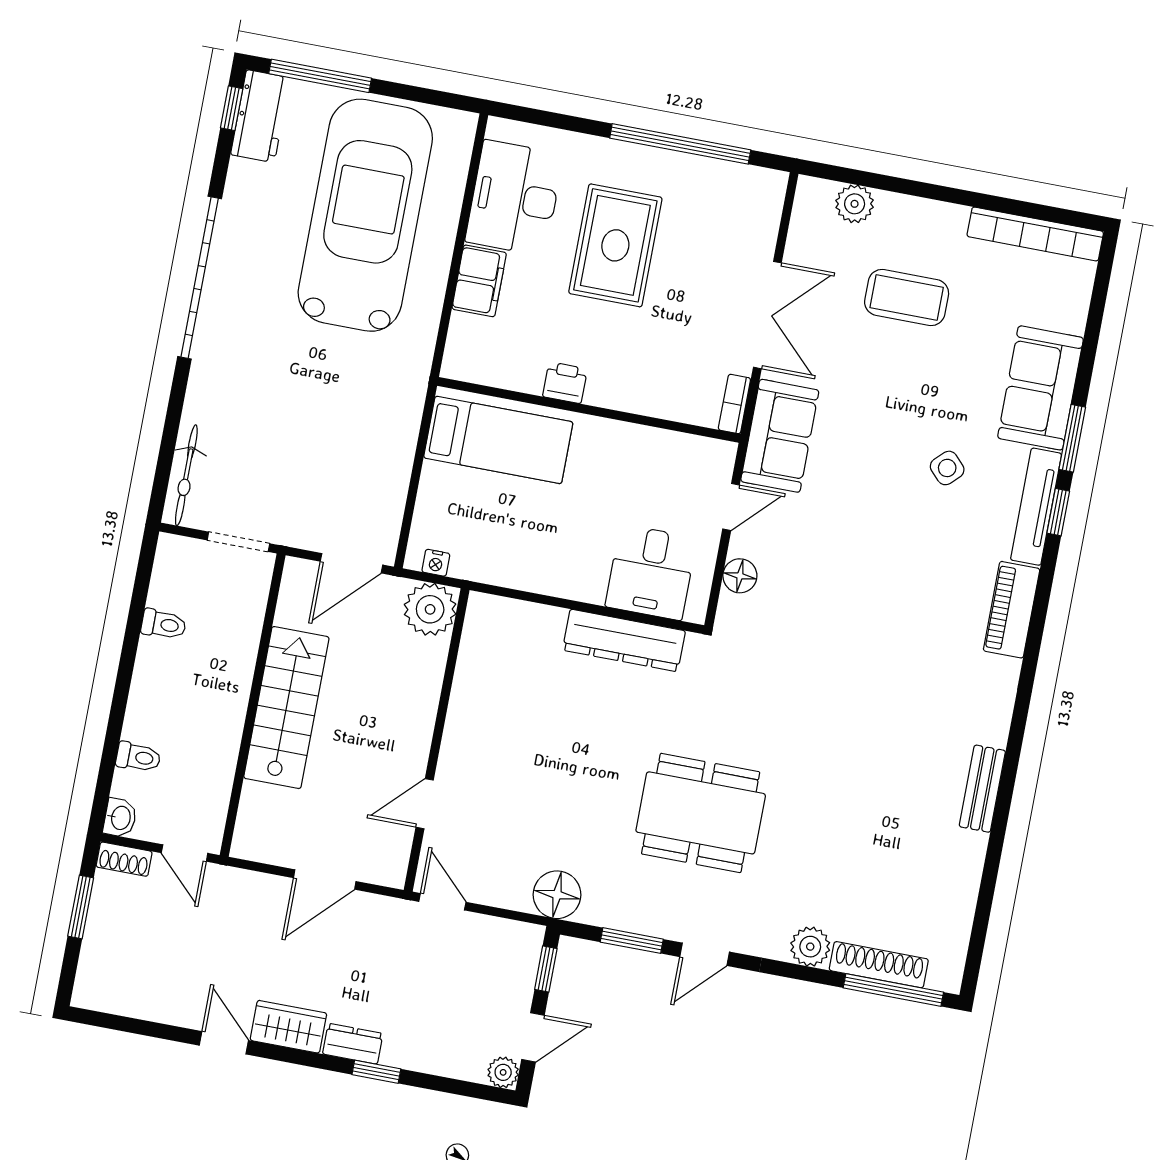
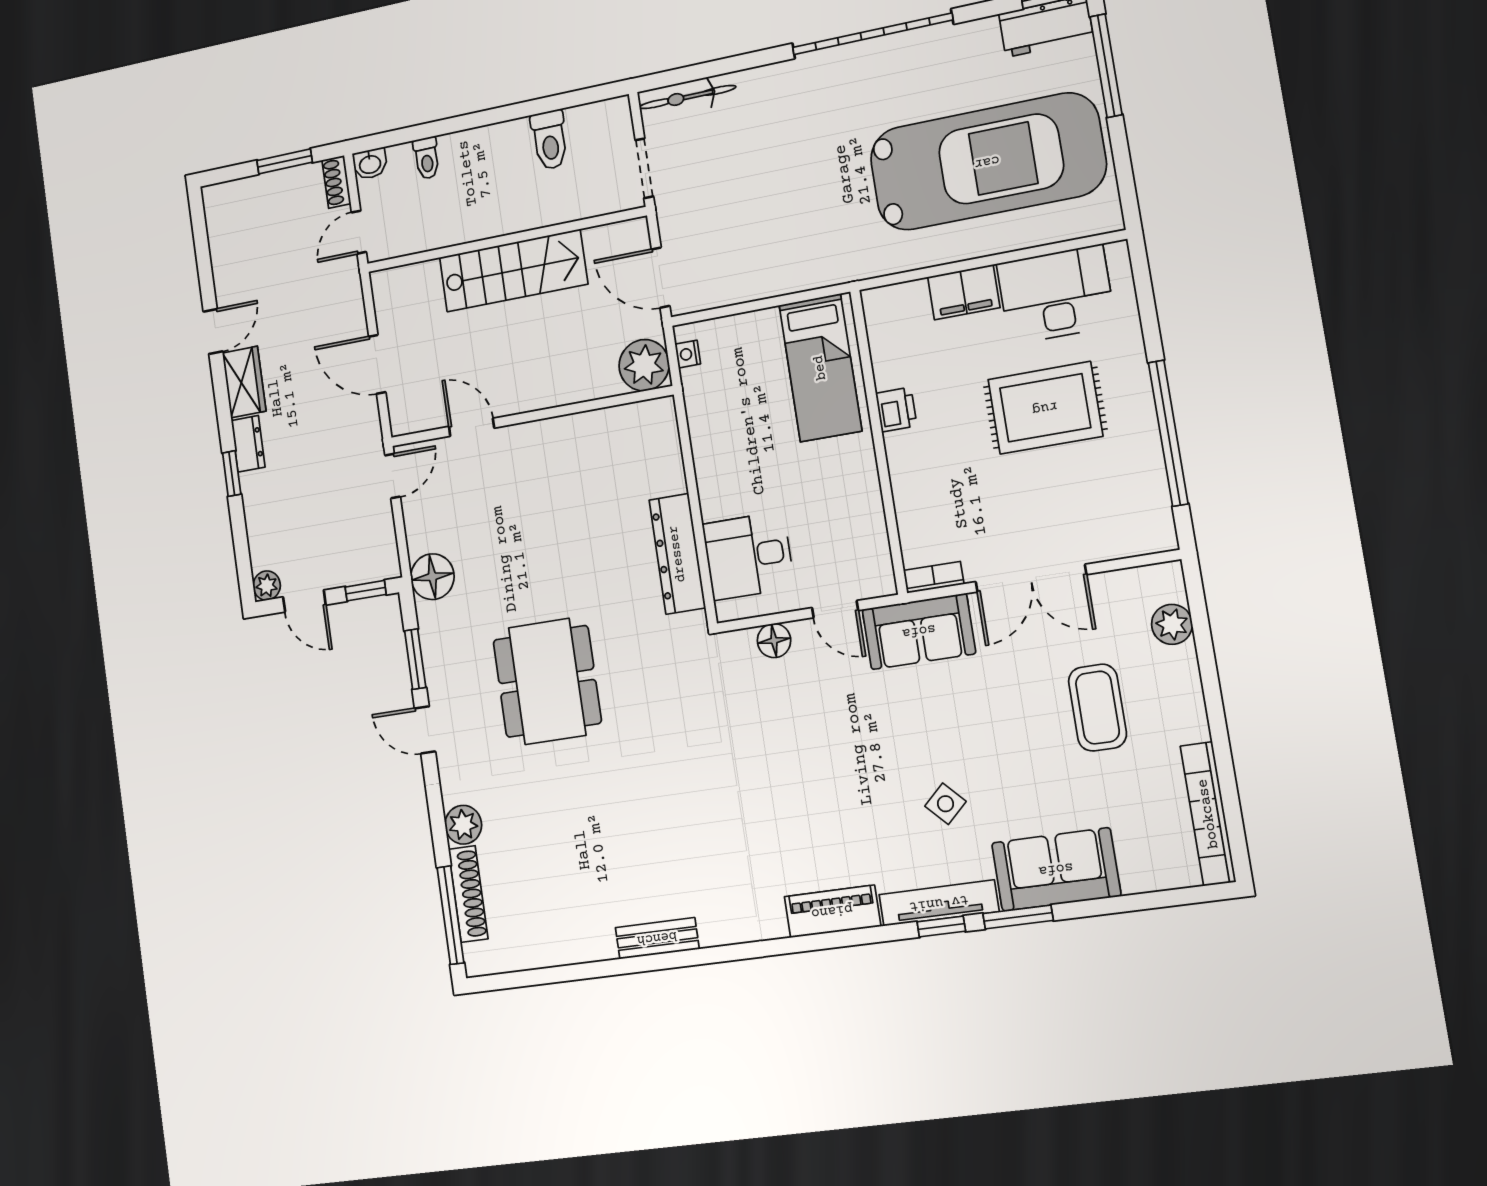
toilet: (164, 624) -> (550, 140), width x1.37, depth x1.39

